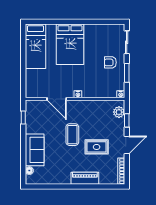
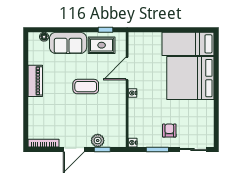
bed: (70, 44) -> (190, 78), width x1.36
plant: (119, 112) -> (98, 140), moved
door: (127, 145) -> (74, 150), hinge flipped
rug: (97, 147) -> (102, 45), moved, turned 90
piano: (85, 178) -> (35, 81), moved

